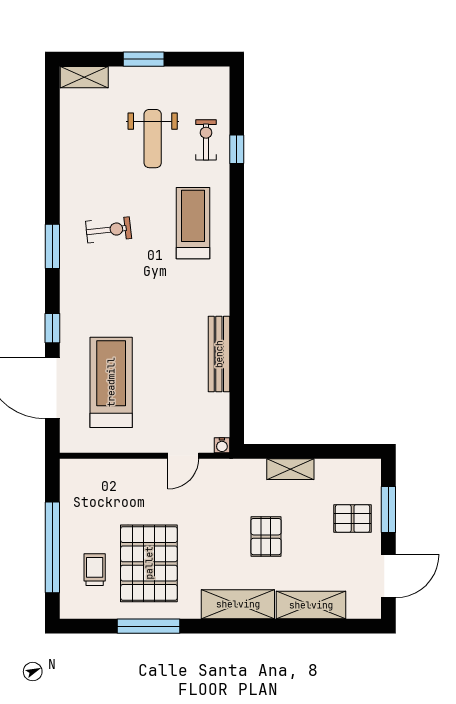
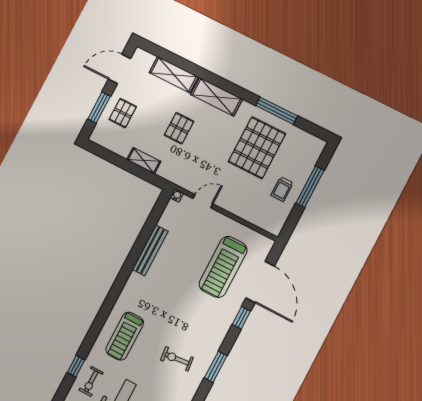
pallet: (353, 519) -> (123, 113), turned 90
window: (52, 547) -> (310, 187), width x0.68
trolley: (95, 570) -> (282, 189), moved

